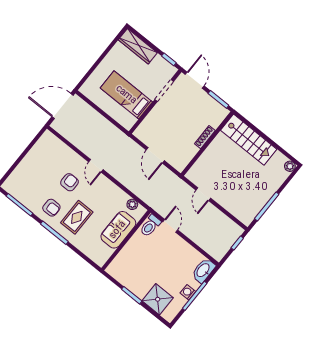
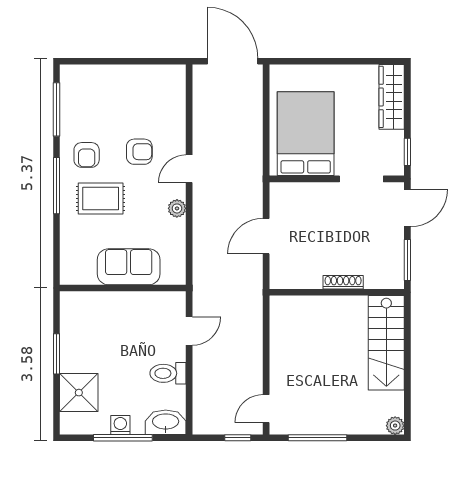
bed: (126, 95) -> (306, 134), width x1.50
door: (203, 194) -> (266, 409), moved
plant: (132, 204) -> (177, 208), moved
toilet: (150, 226) -> (168, 373), moved

